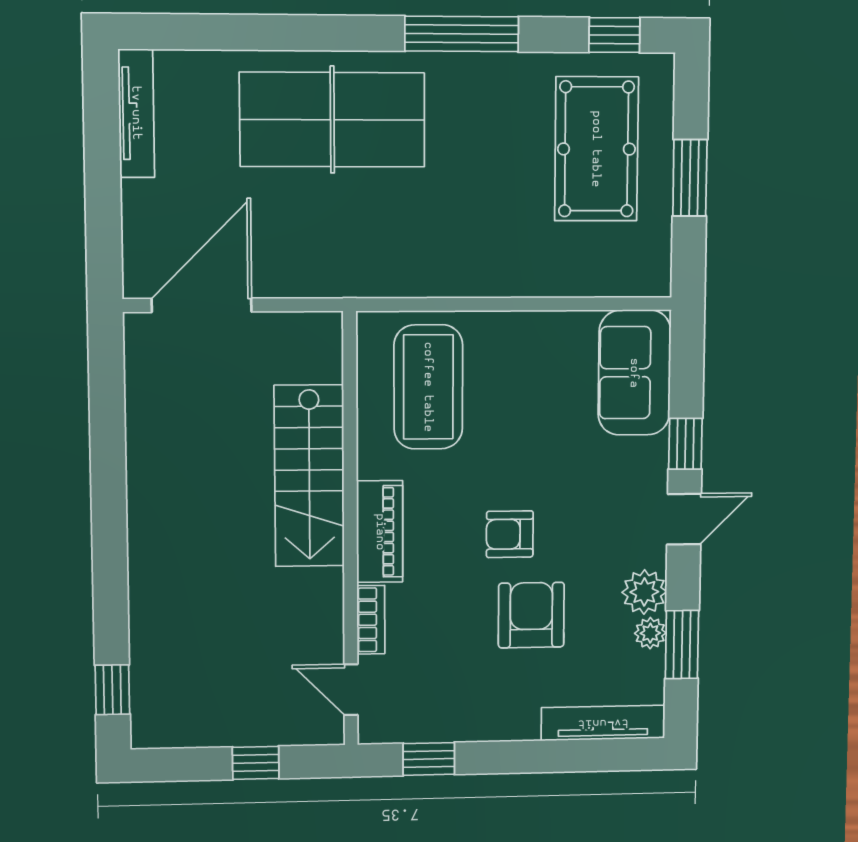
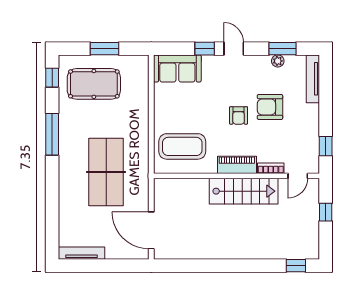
table tennis table: (332, 120) -> (106, 172), moved
stairs: (309, 476) -> (244, 191), moved
plant: (644, 592) -> (262, 63), removed

